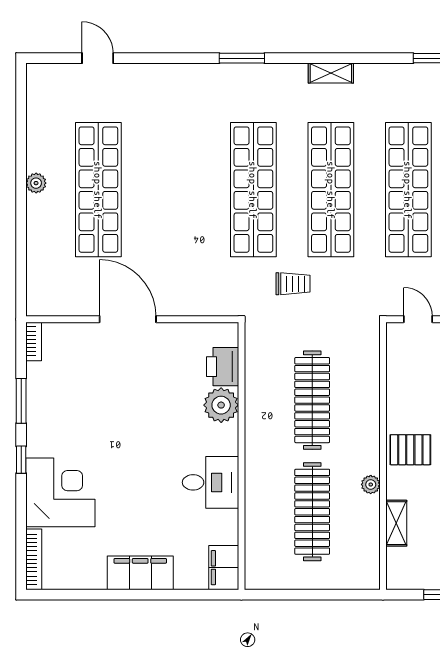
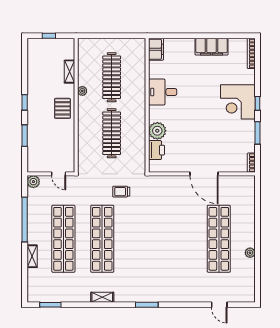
plant: (36, 183) -> (250, 253), moved
shop shelf: (253, 190) -> (141, 239), removed
pallet: (410, 450) -> (62, 108), turned 90
corner desk: (60, 492) -> (238, 102), moved
filing cabinet: (140, 573) -> (212, 47), moved

